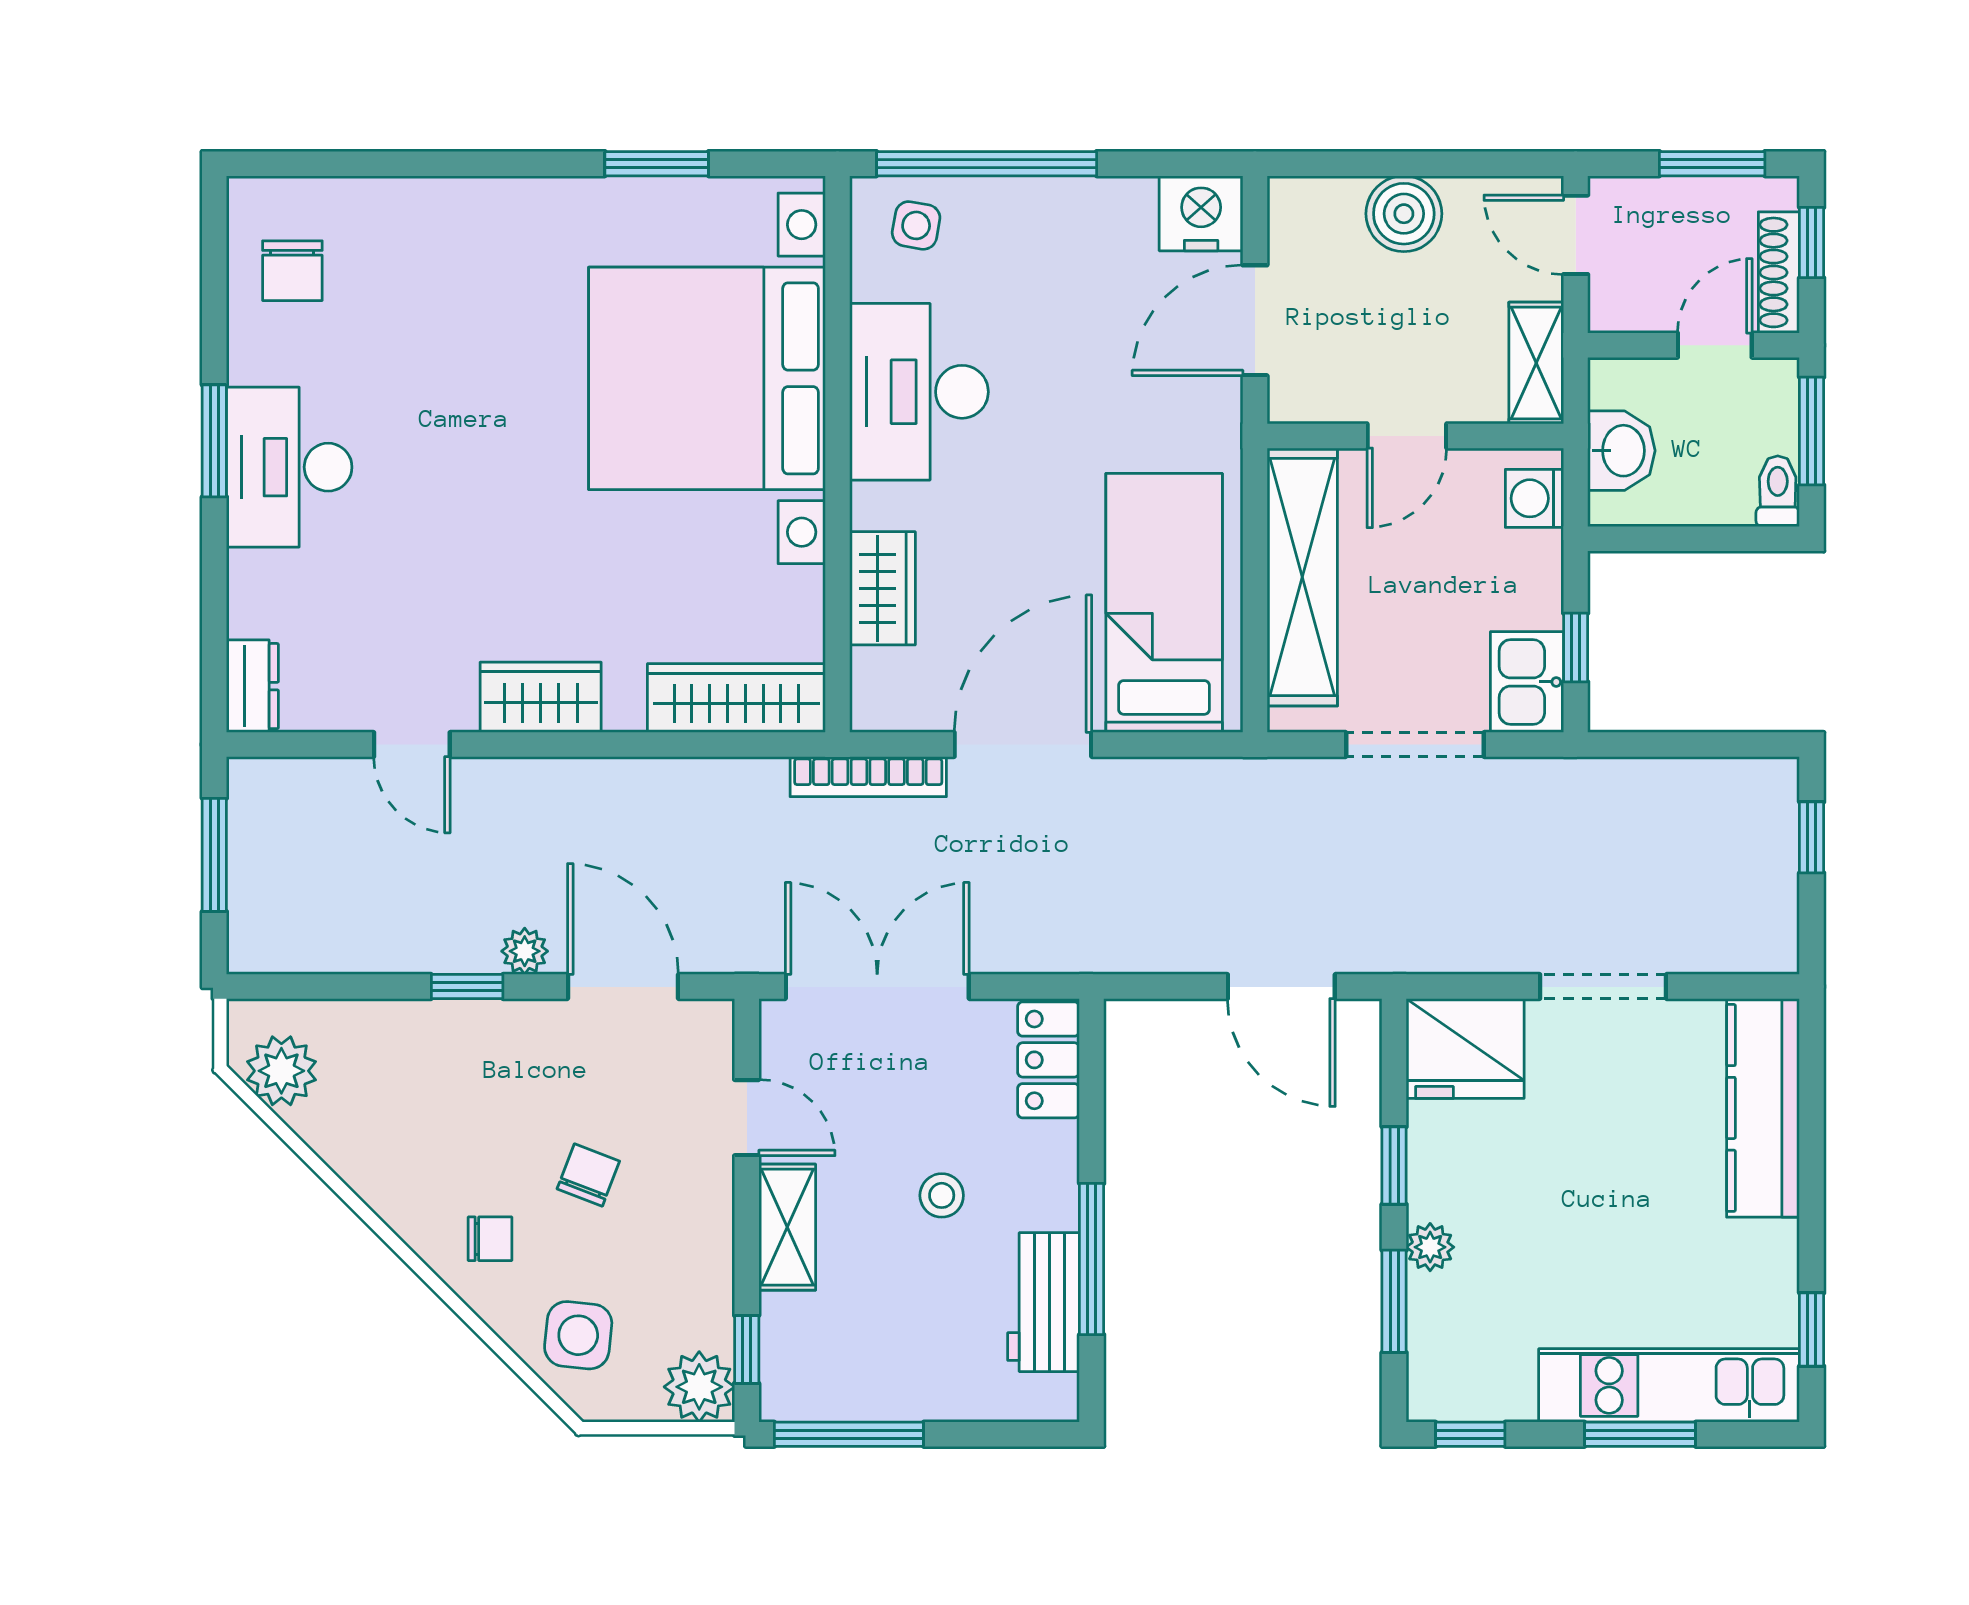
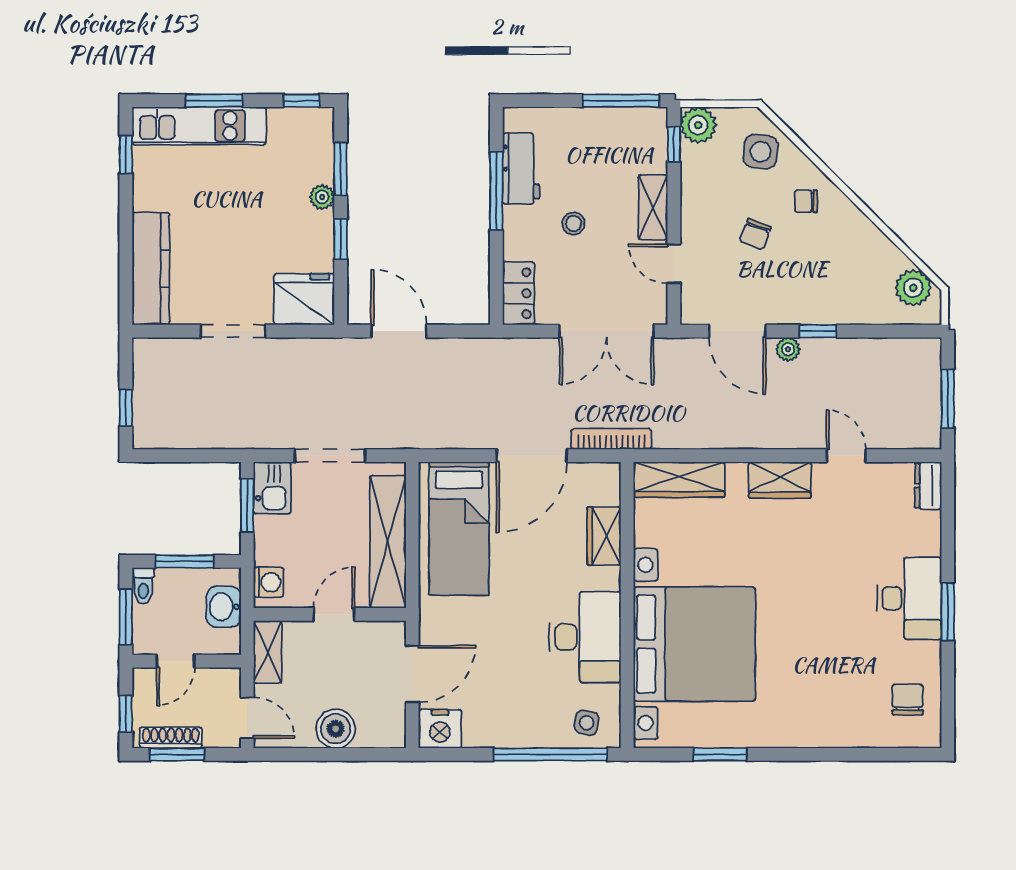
shoe rack: (1779, 272) -> (171, 738), moved, turned -90
window: (1697, 539) -> (185, 561), added
window: (1576, 648) -> (247, 505), width x1.50

